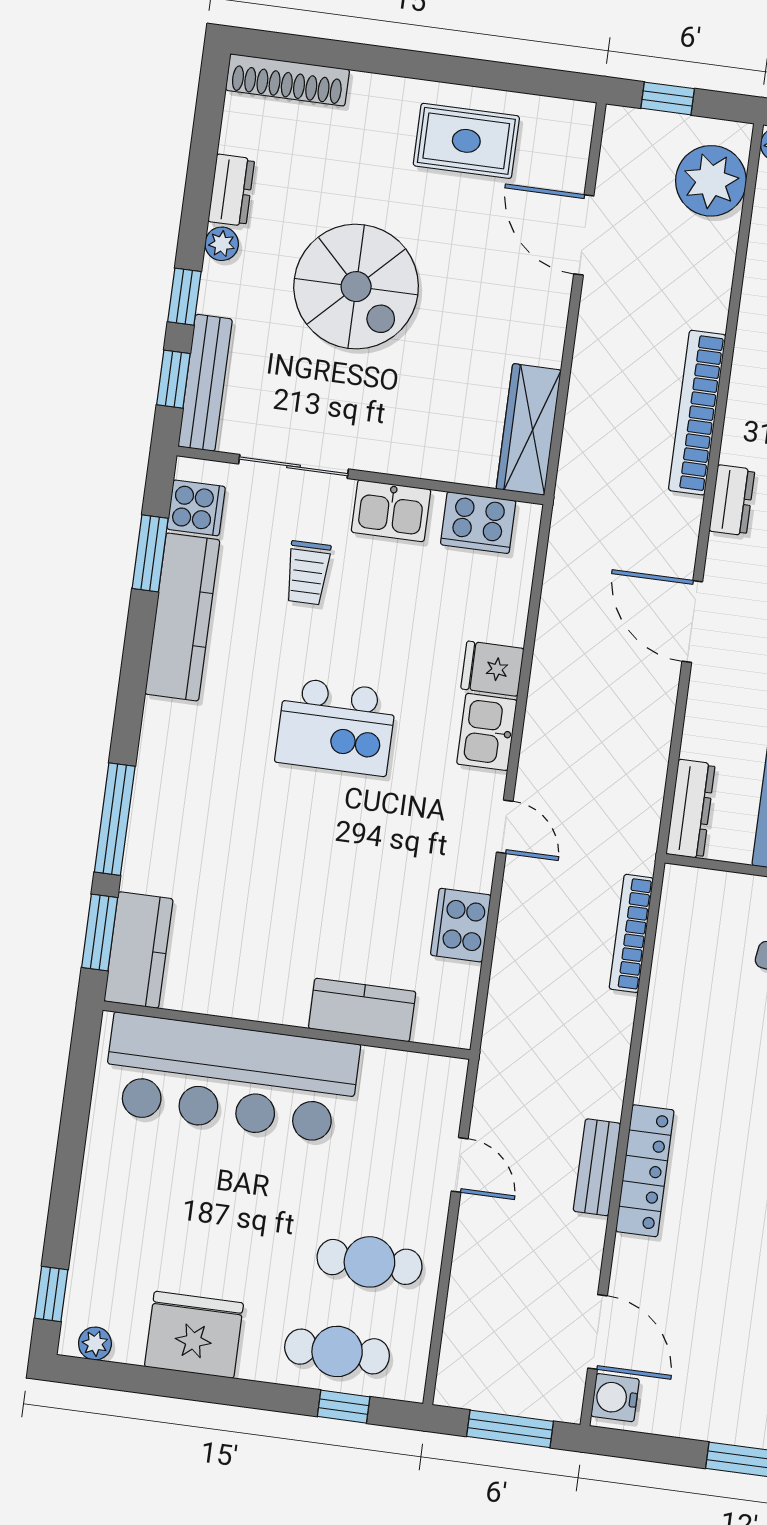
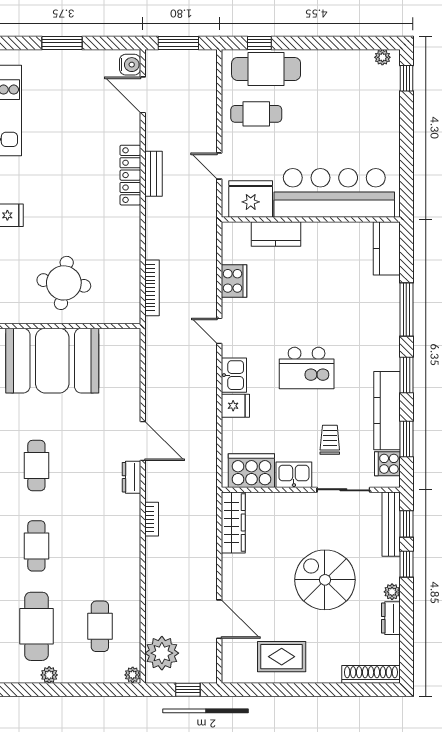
bookcase: (697, 413) -> (152, 519), width x0.43, depth x0.76
dresser: (732, 500) -> (131, 477), moved
cooker: (478, 523) -> (251, 471), width x1.37, depth x1.31
kitchen island: (336, 727) -> (307, 368), turned 180
dresser: (691, 809) -> (131, 351), removed
window: (100, 932) -> (406, 375), moved
fridge: (194, 1335) -> (251, 199), moved, turned 180
cafe table: (337, 1351) -> (266, 69), width x1.37, depth x1.35

